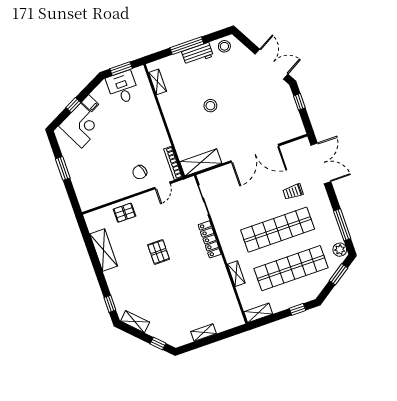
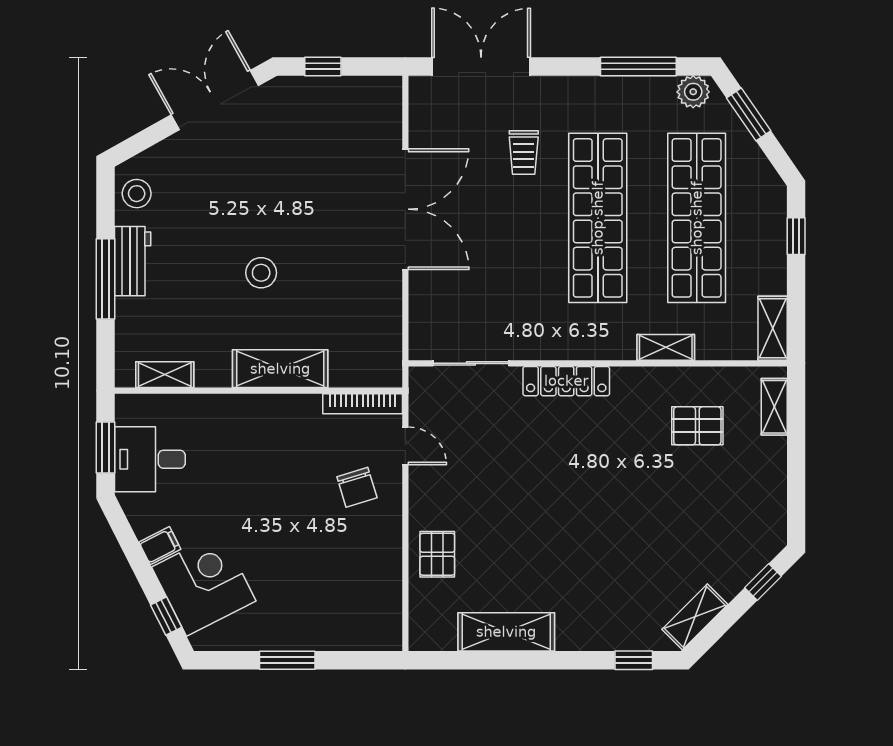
window: (73, 105) -> (166, 616), moved
shelving: (201, 162) -> (280, 369), moved, turned 90
pallet: (159, 252) -> (697, 426), moved
shelving: (204, 333) -> (774, 407), moved

